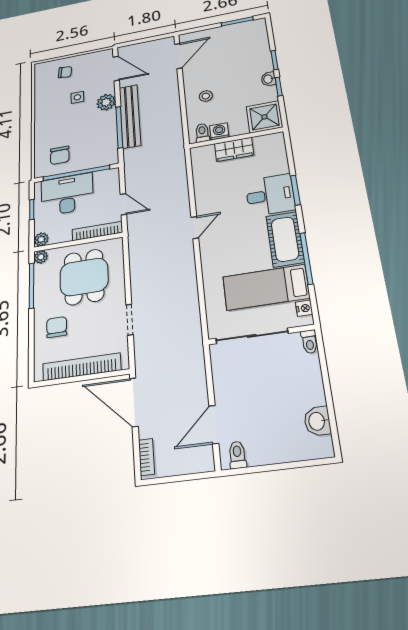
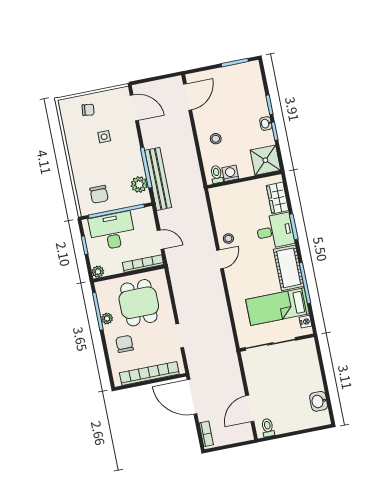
plant: (106, 102) -> (139, 185), moved
bench: (130, 116) -> (158, 179), moved
wardrobe: (234, 149) -> (277, 198), moved, turned 90
stool: (208, 203) -> (228, 238), added
plant: (41, 257) -> (107, 319), moved
toilet: (309, 342) -> (311, 346), removed

